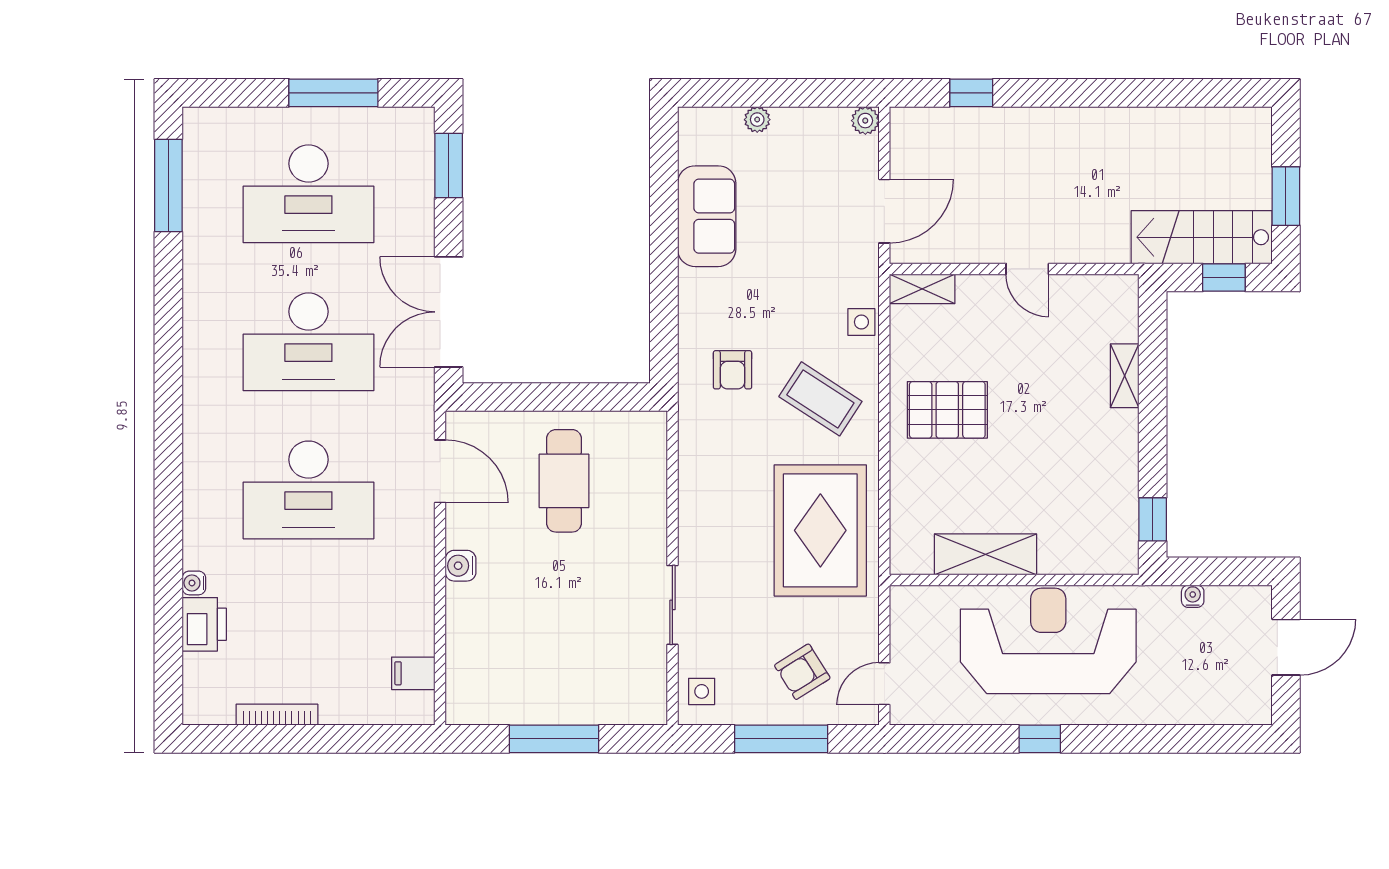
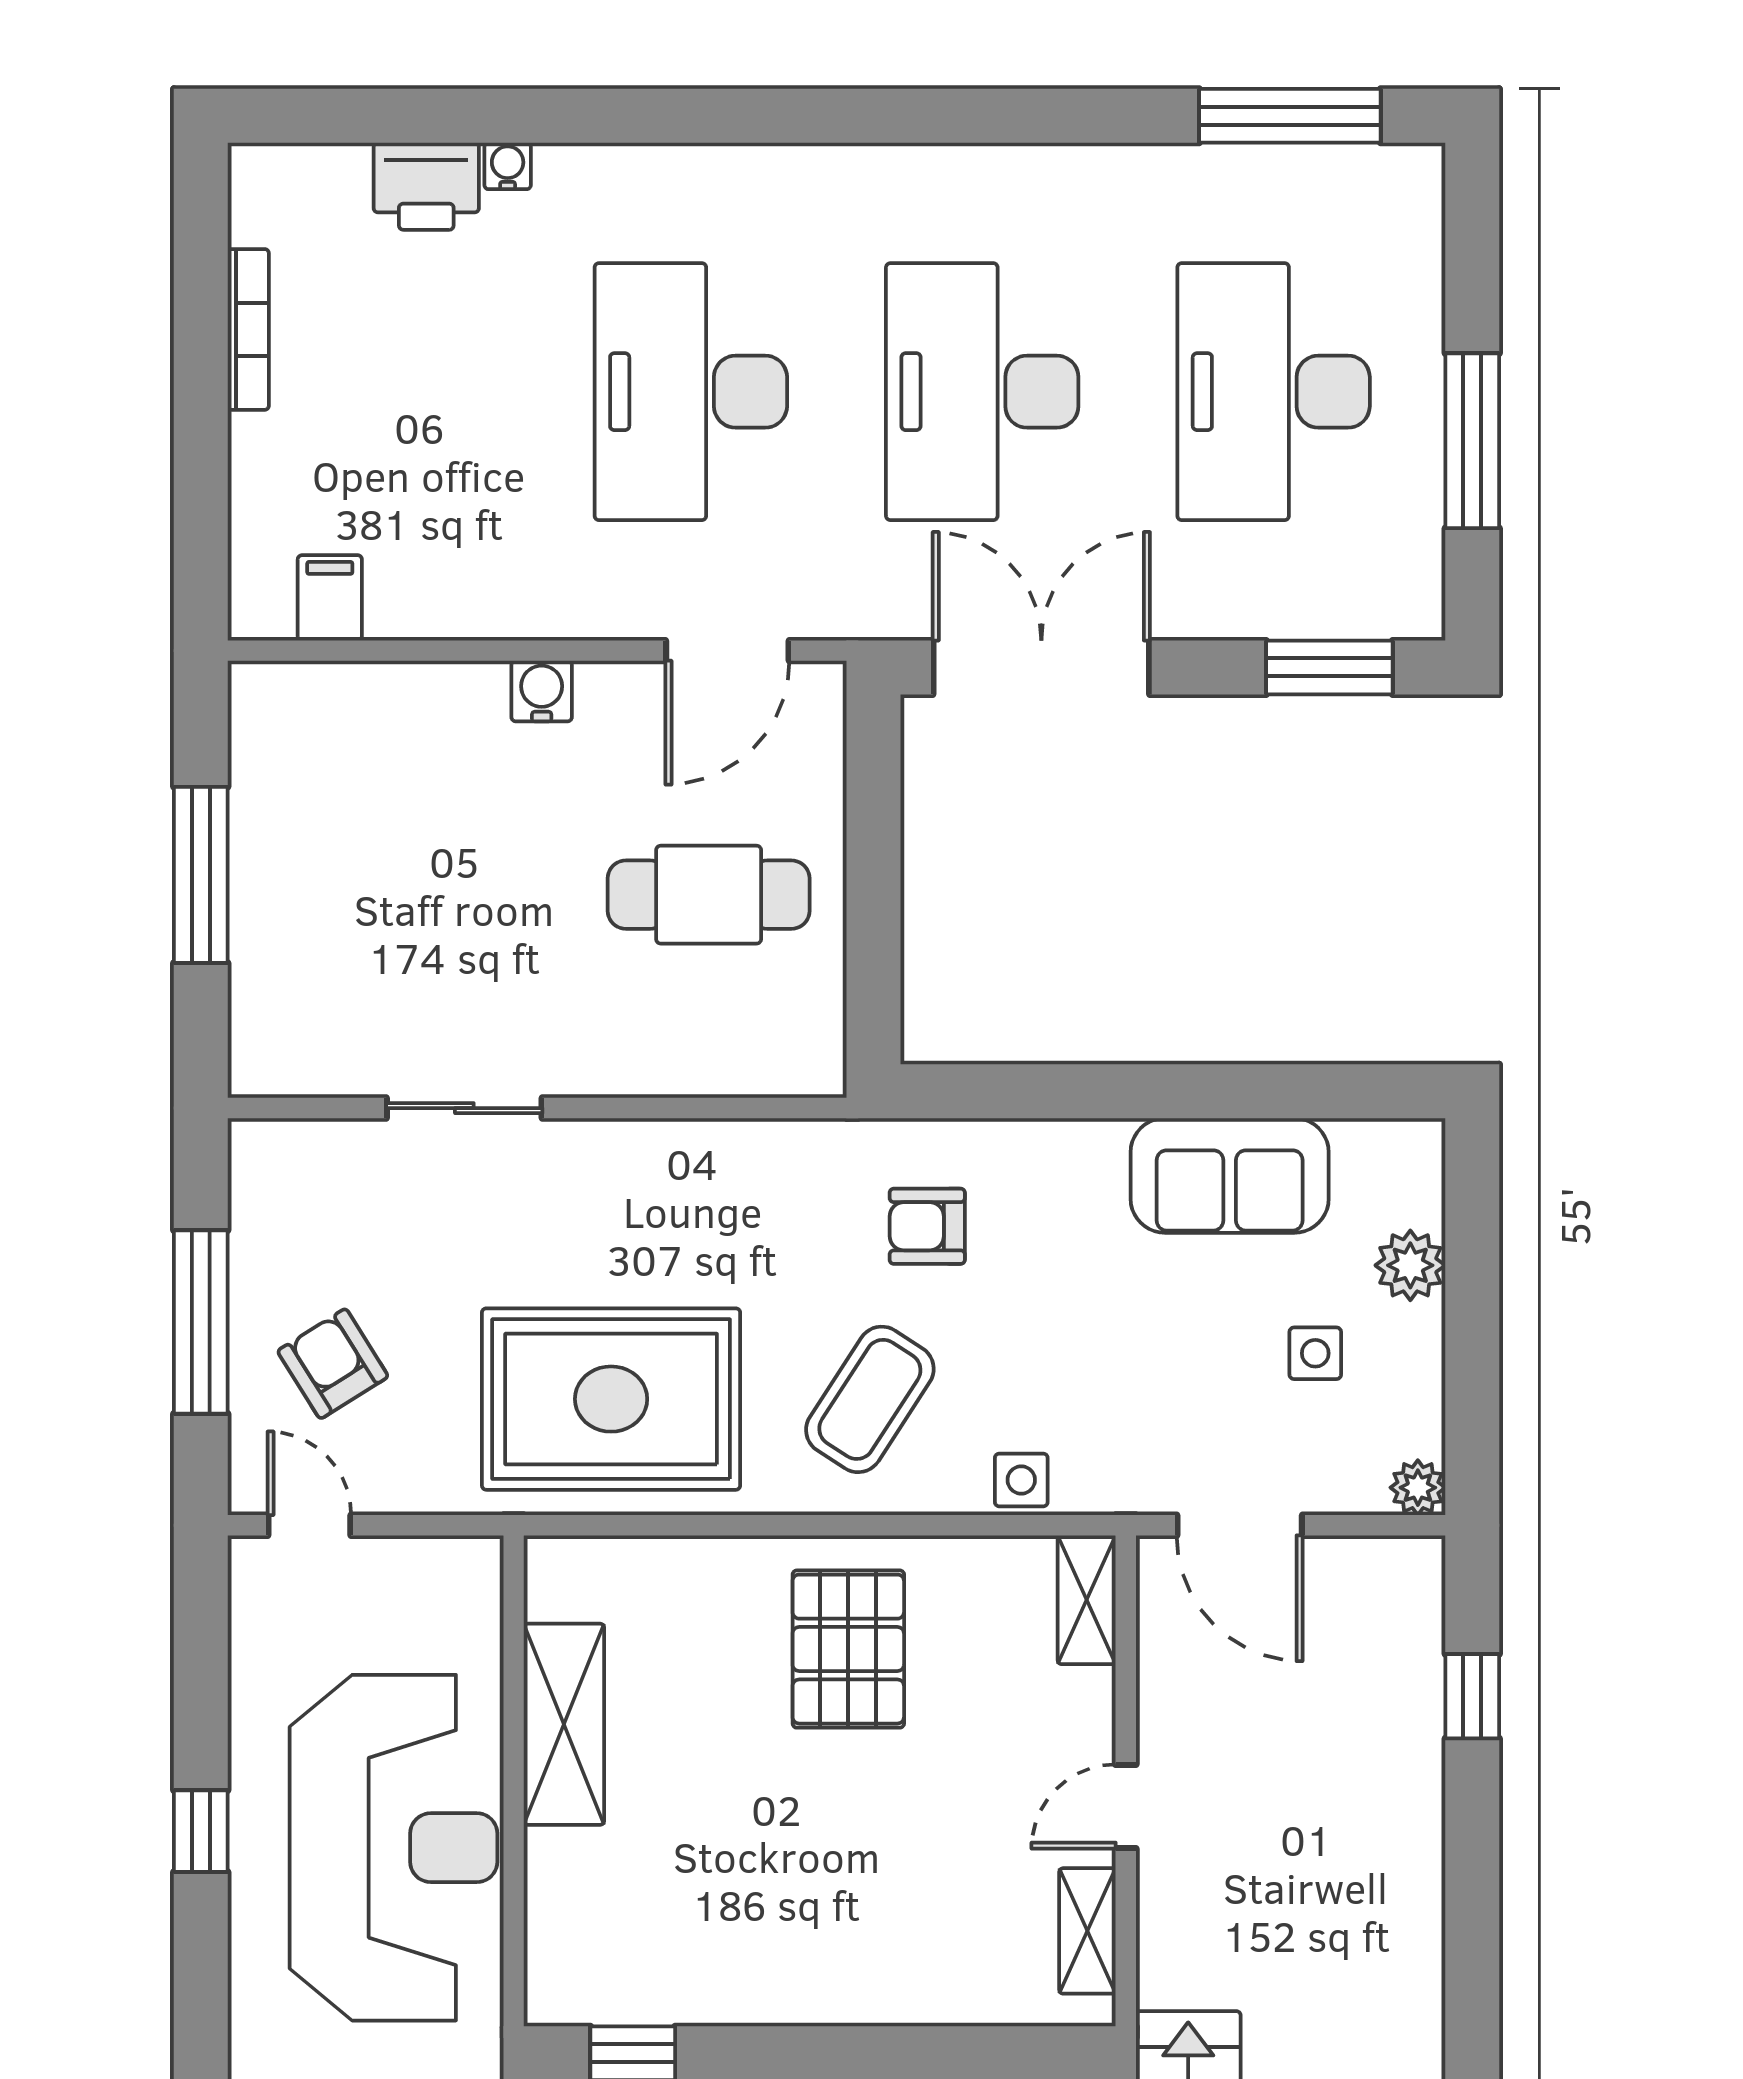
plant: (757, 120) -> (1410, 1265), width x1.38, depth x1.38
shelving: (1125, 376) -> (1087, 1931), moved, turned 90
side table: (702, 691) -> (1315, 1353), moved

